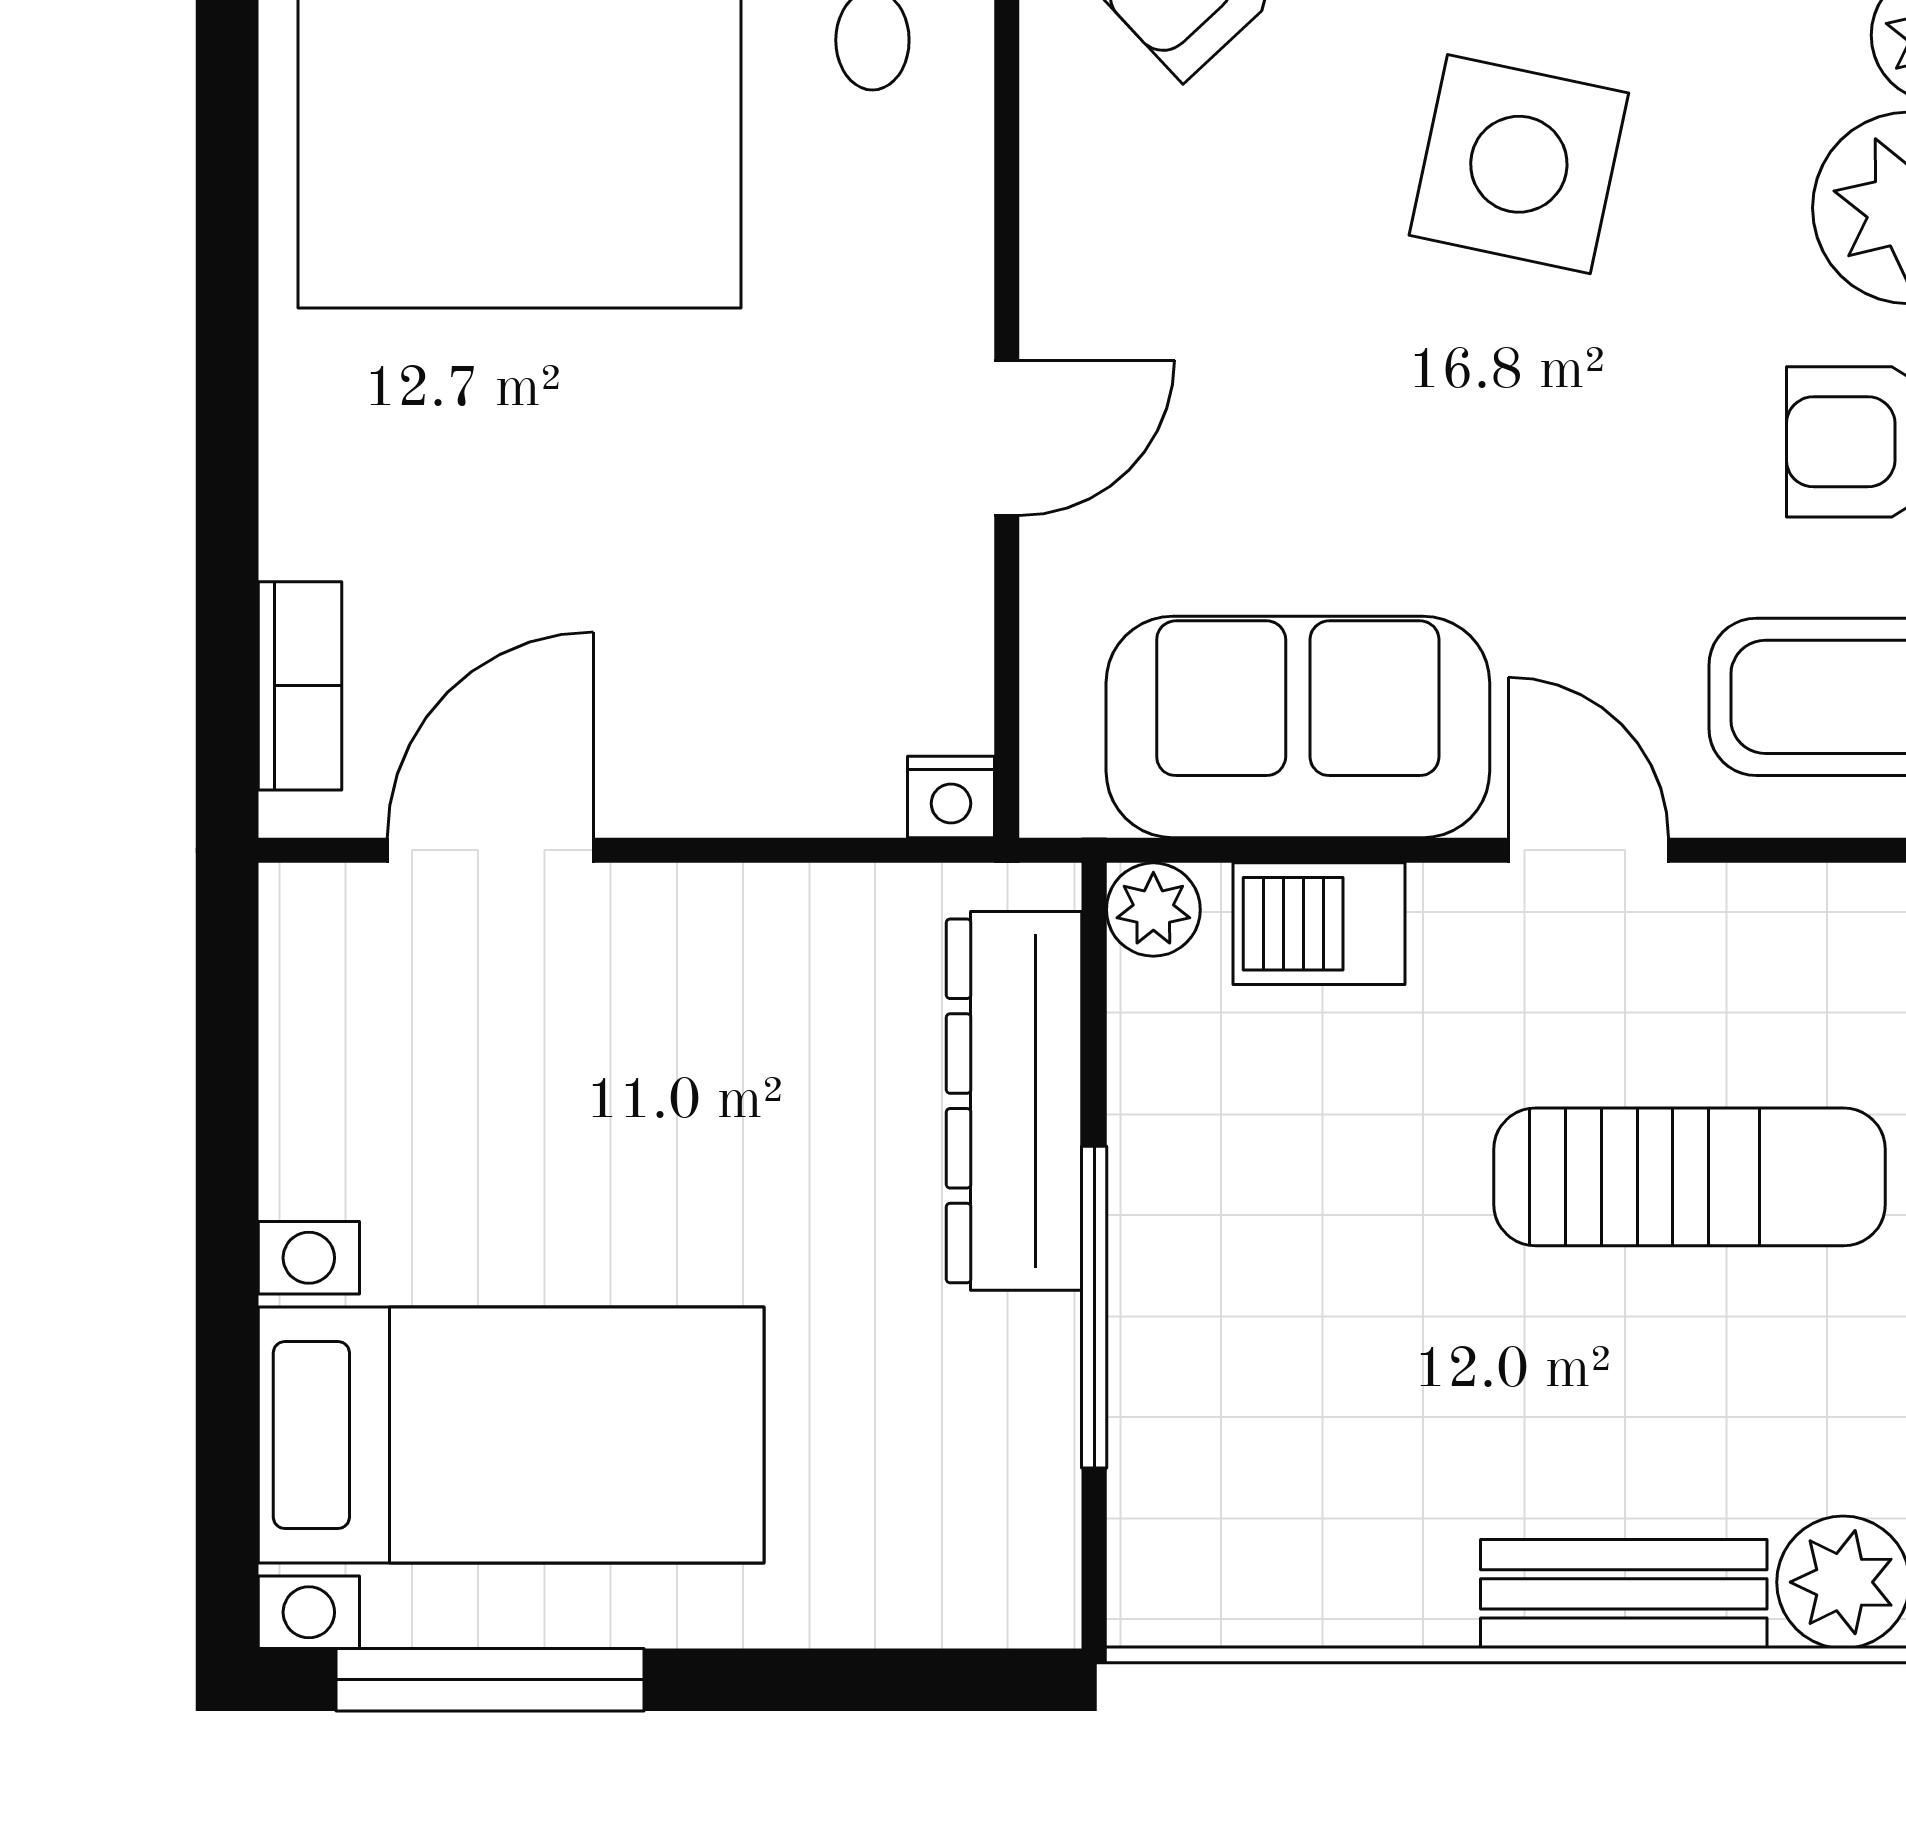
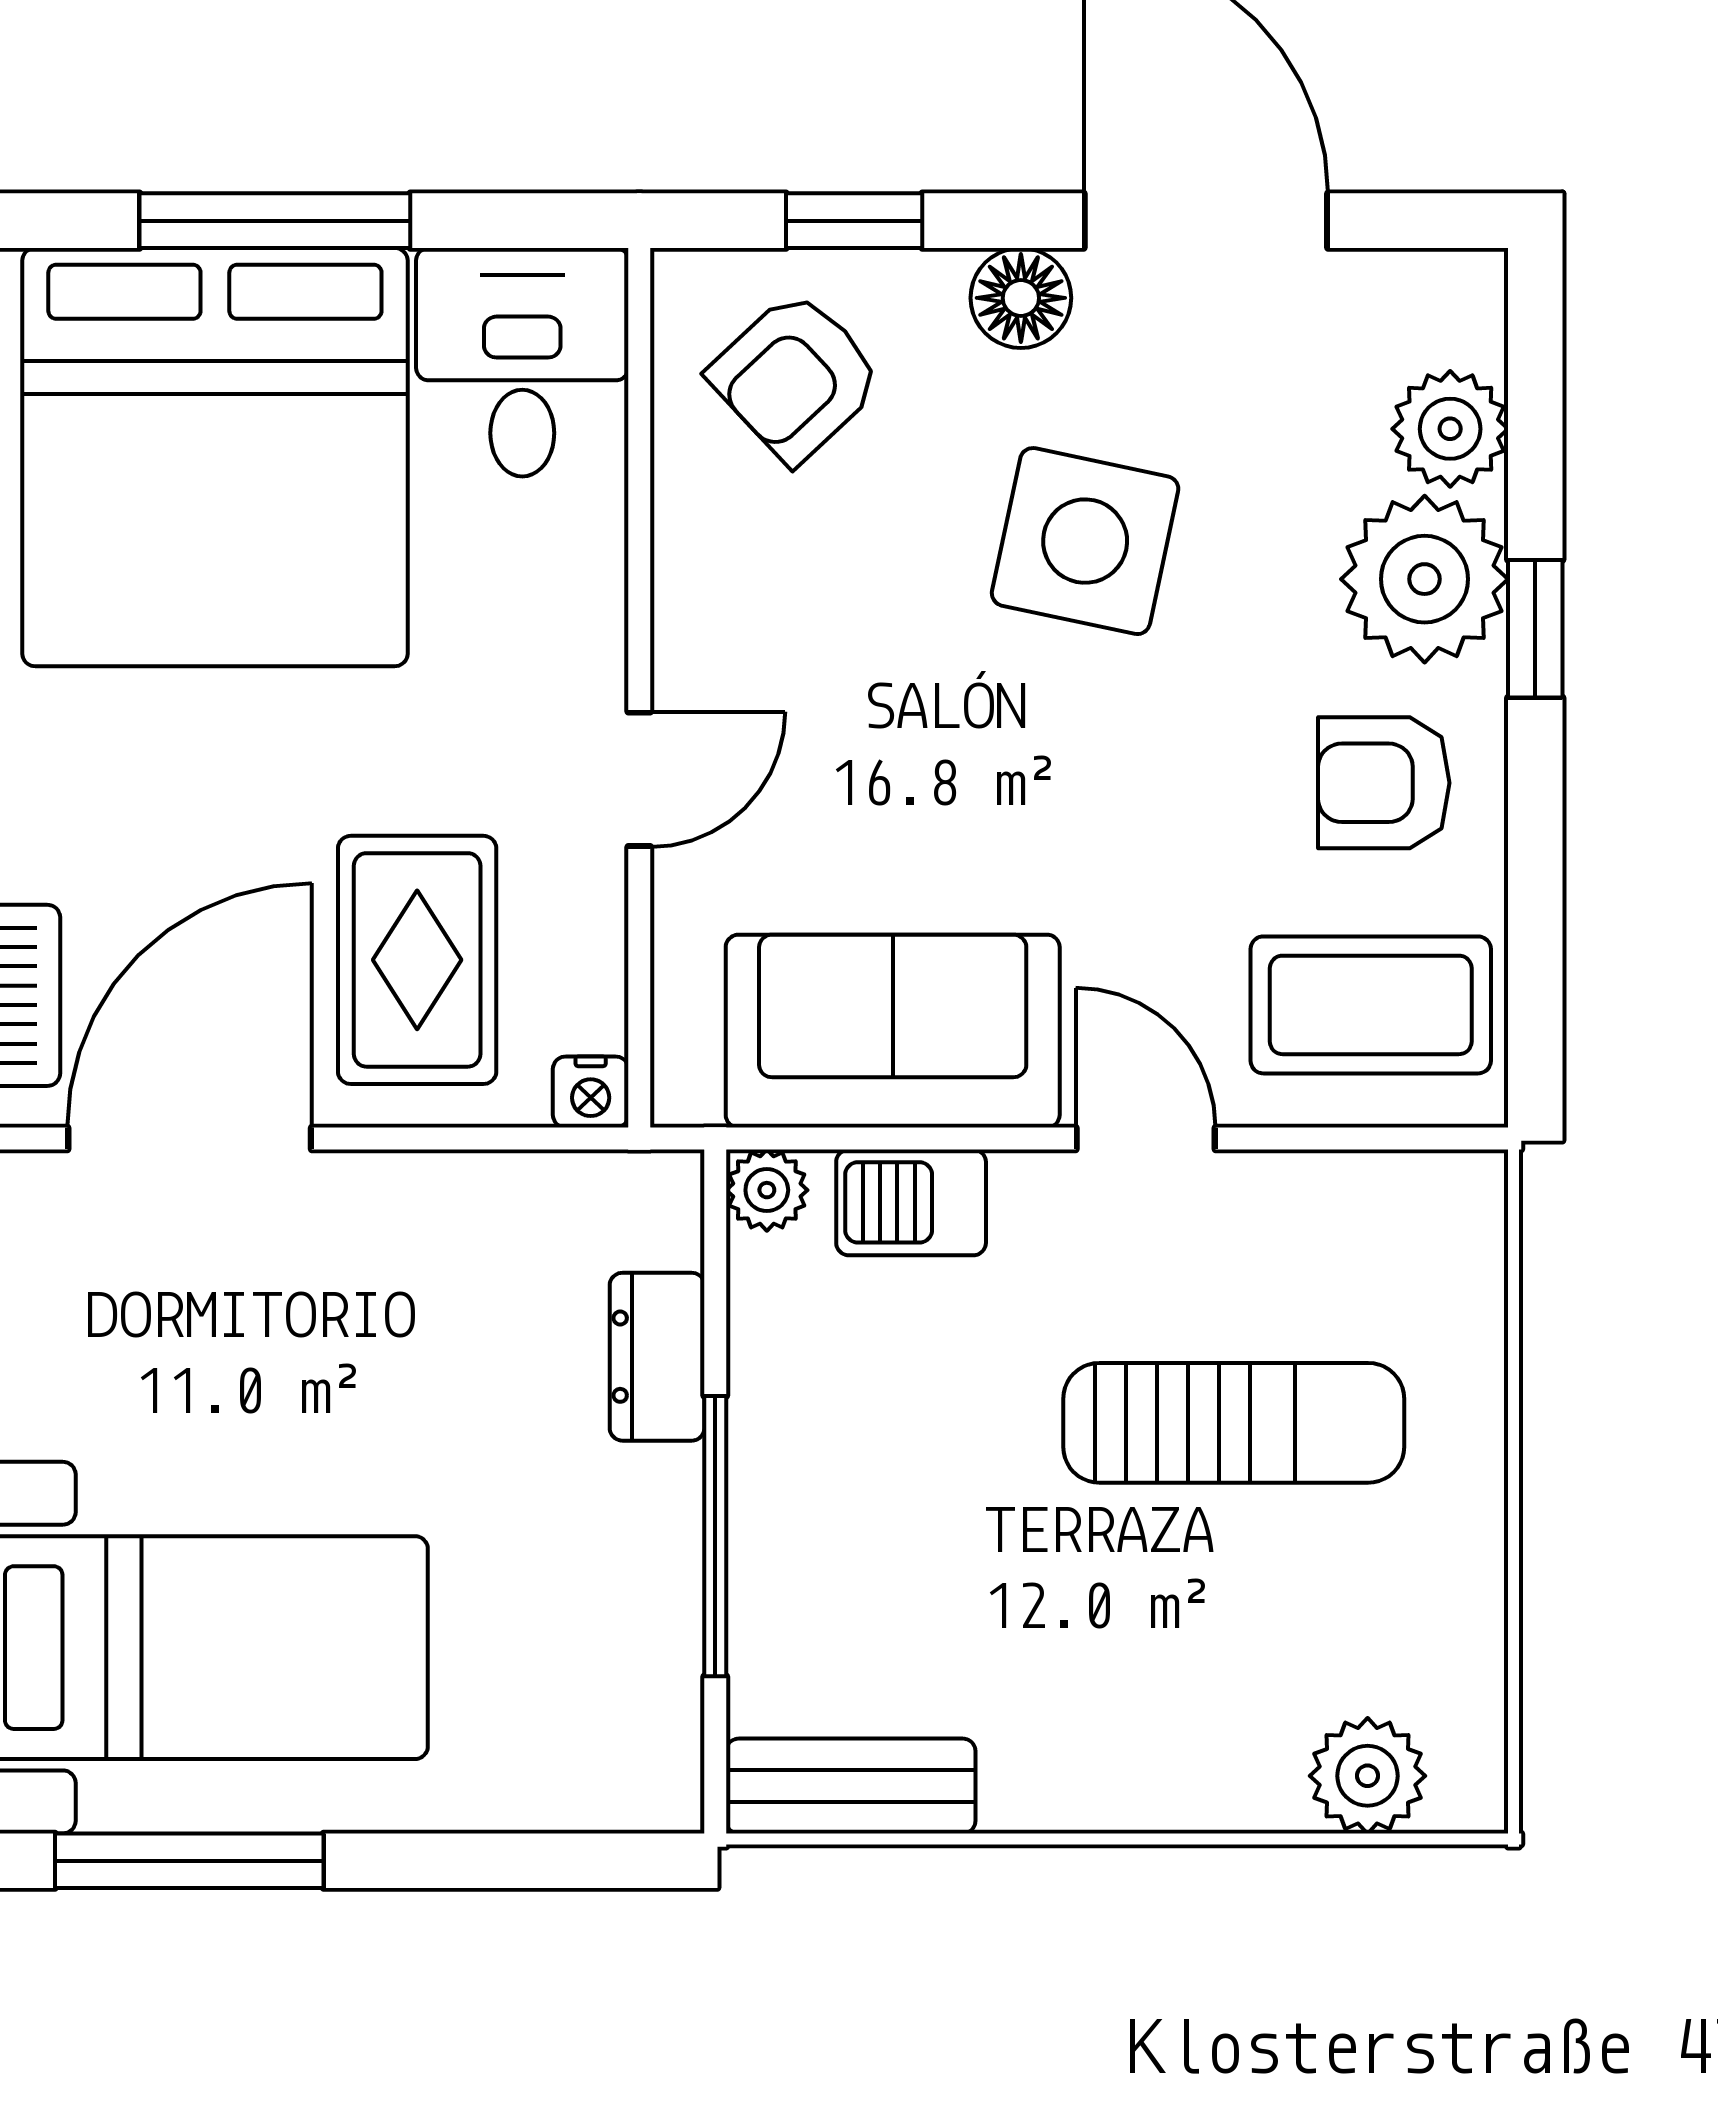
rug: (752, 645) -> (417, 960), added
door: (490, 850) -> (190, 1138), width x1.36
dresser: (1014, 1101) -> (657, 1357), width x0.51, depth x0.80
bench: (1624, 1594) -> (851, 1786), moved

